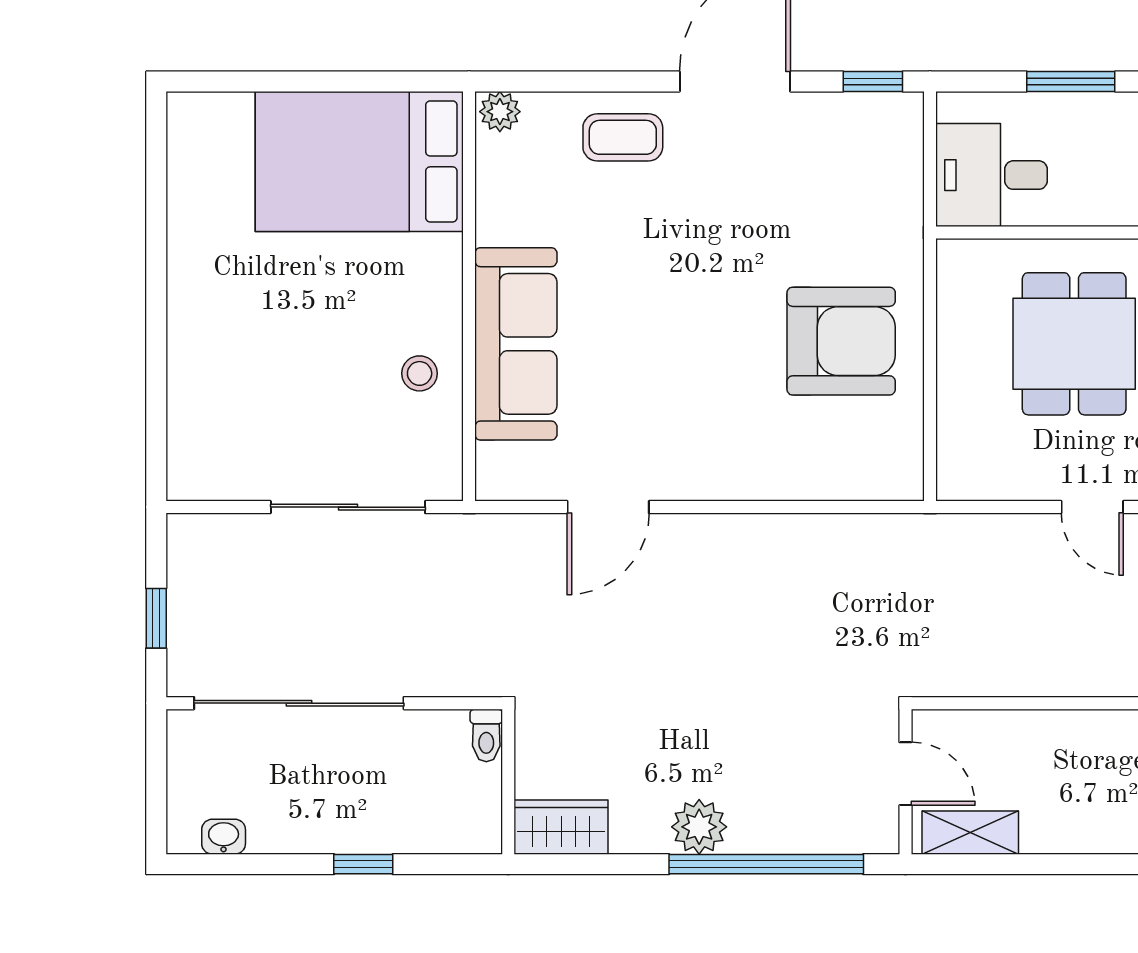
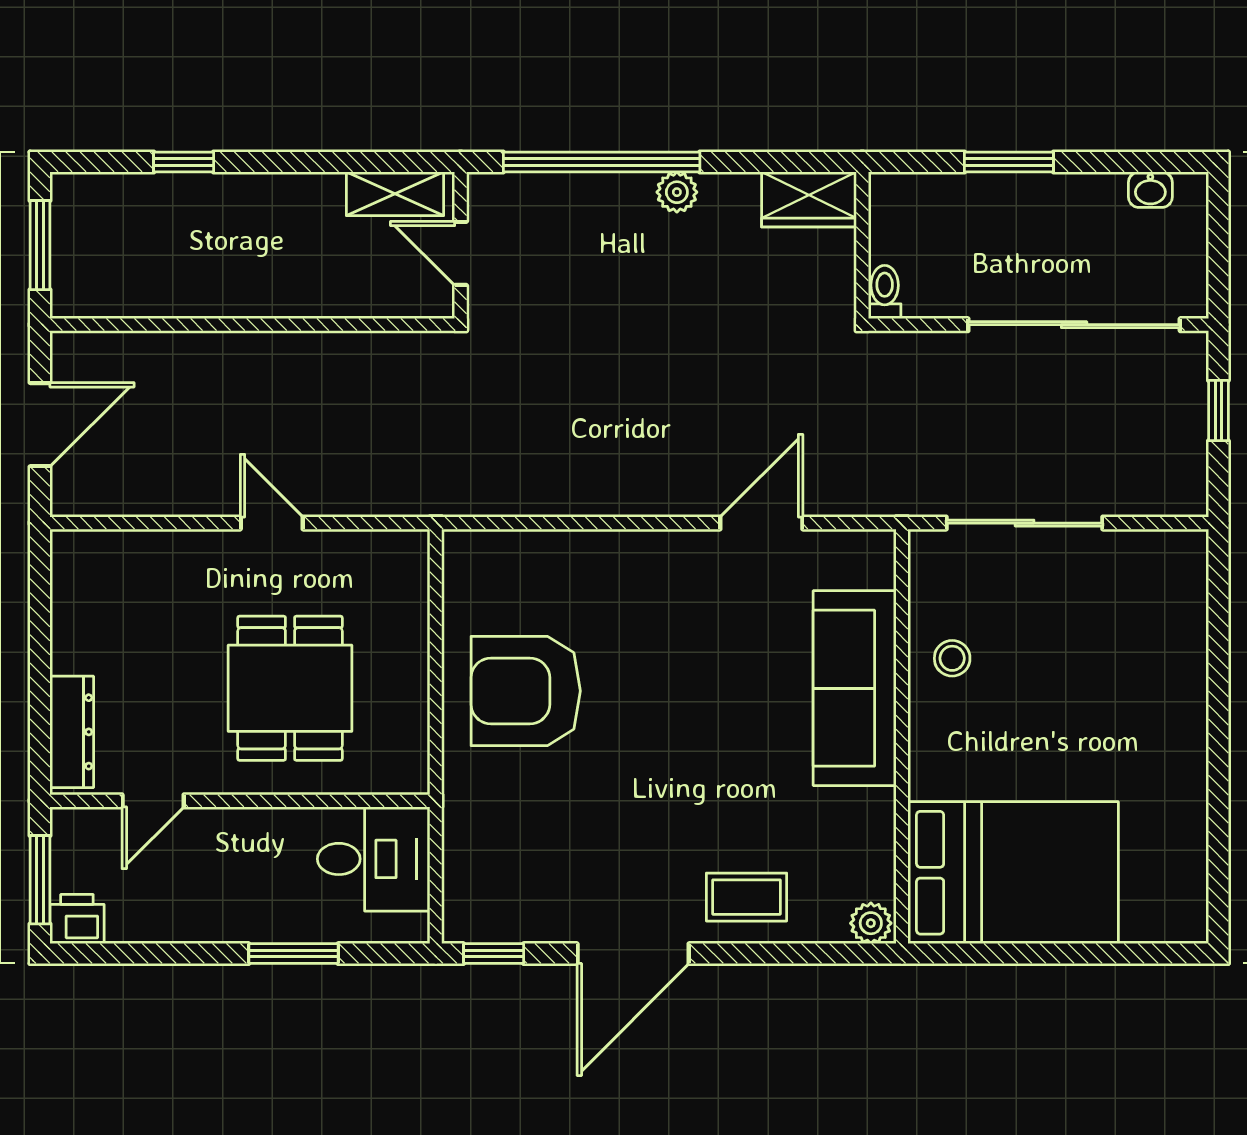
plant: (699, 827) -> (677, 192), width x0.73, depth x0.73
window: (363, 864) -> (1009, 162), width x1.50

